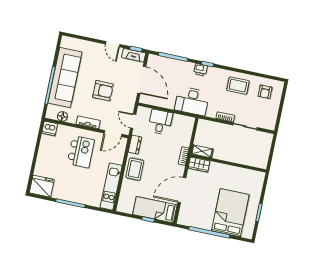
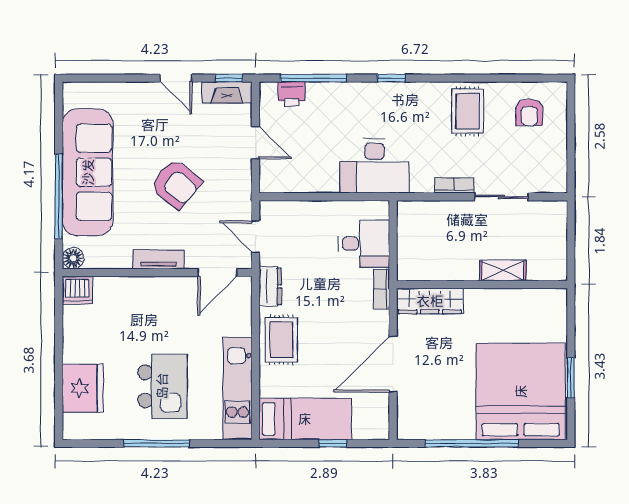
printer: (201, 70) -> (292, 94), moved
door: (142, 80) -> (256, 143), width x0.53
rug: (238, 86) -> (468, 111), turned 90
armchair: (103, 91) -> (176, 184), turned 40
floor lamp: (62, 116) -> (73, 258), moved
desk: (160, 122) -> (364, 244), moved, turned 90
shelving: (202, 151) -> (503, 271), moved
kitchen island: (81, 152) -> (162, 386), moved
wardrobe: (199, 165) -> (430, 301), width x1.50
fridge: (42, 186) -> (83, 388), moved, turned 90
bed: (155, 210) -> (305, 419), moved, turned 180
bed: (230, 213) -> (521, 391), width x1.36

